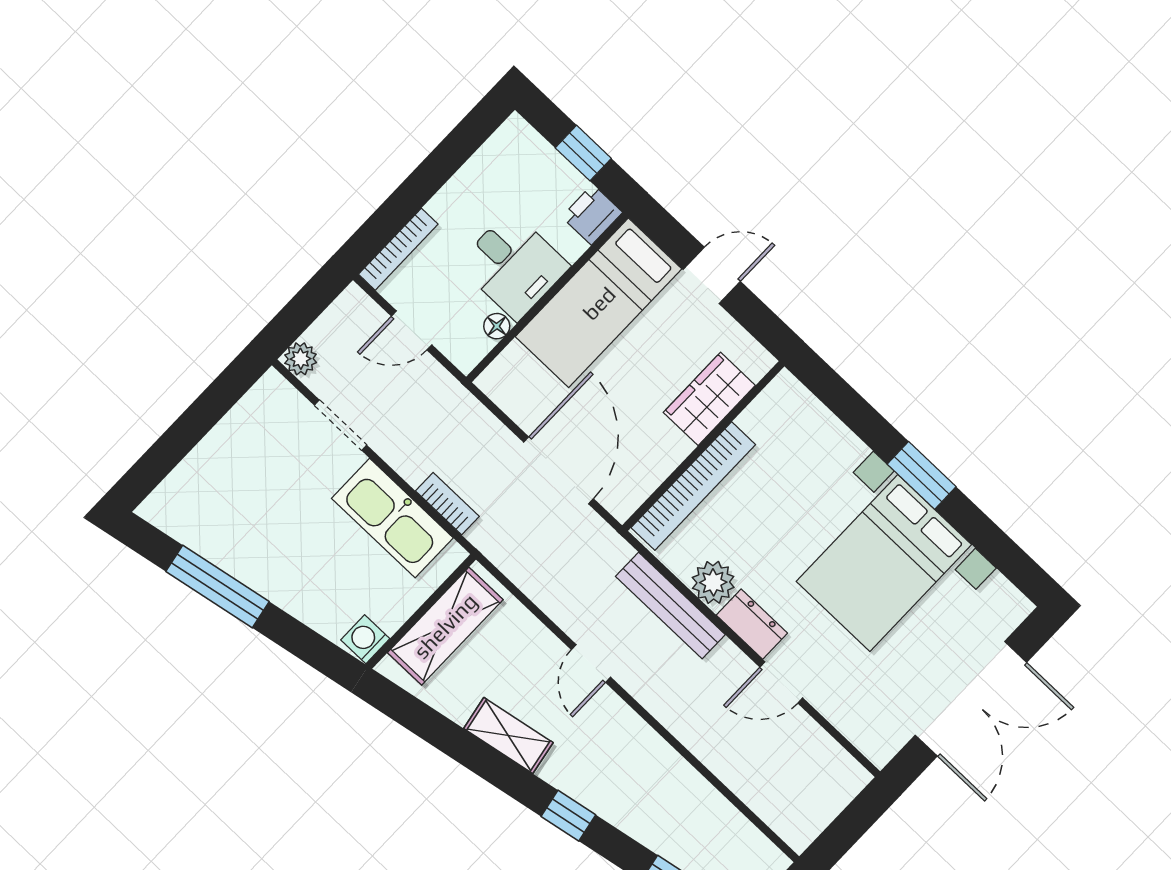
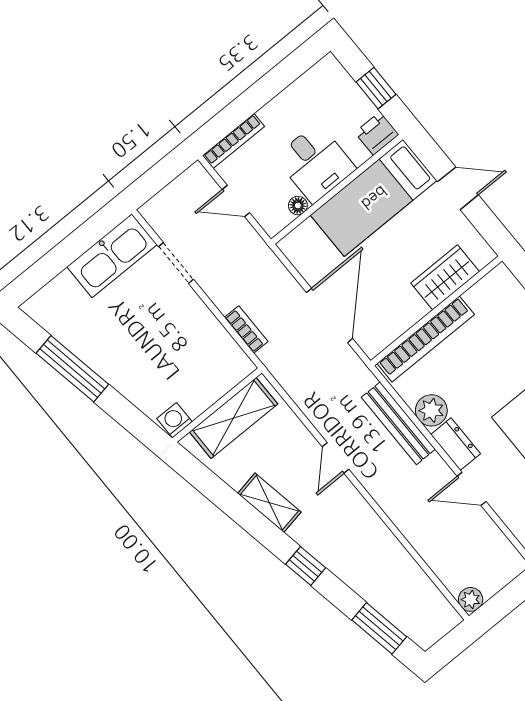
plant: (301, 359) -> (471, 599), moved
kitchen sink: (392, 518) -> (112, 256), moved, turned -90

